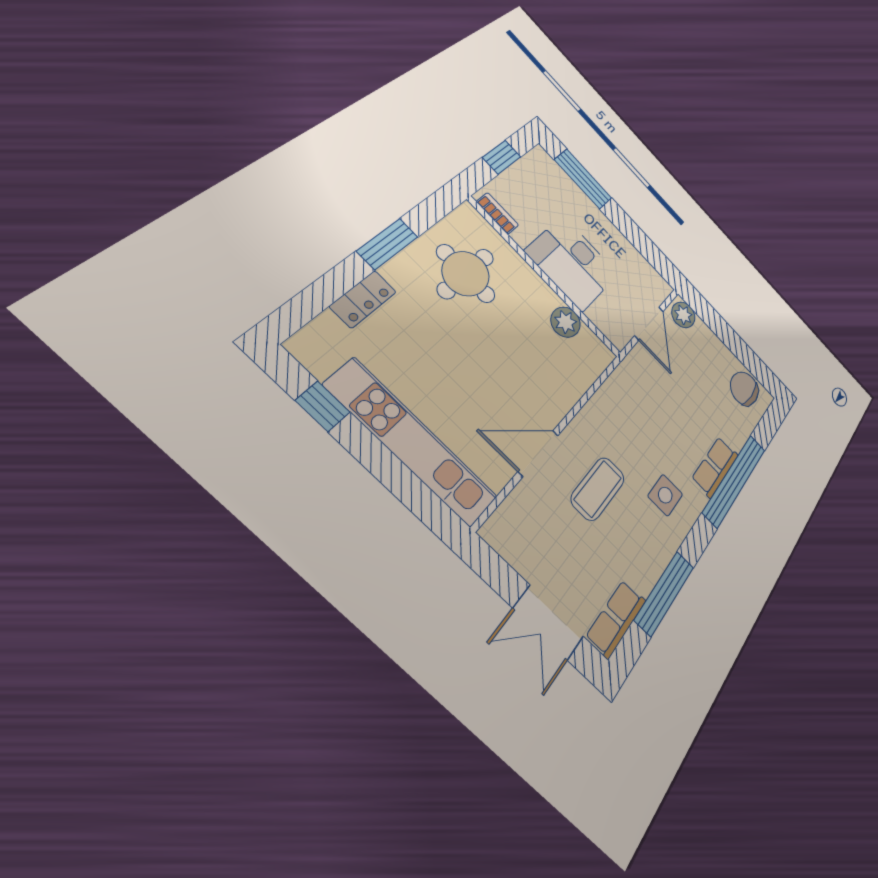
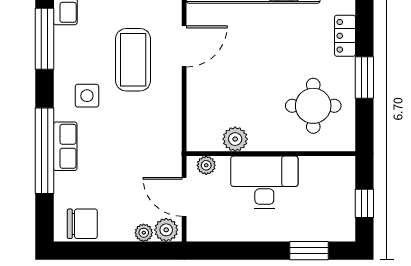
window: (583, 179) -> (309, 251), width x0.69
bookcase: (498, 213) -> (332, 163), removed
plant: (610, 328) -> (206, 165), added
plant: (702, 331) -> (144, 233), added
coffee table: (598, 489) -> (133, 60), width x1.36, depth x1.32

